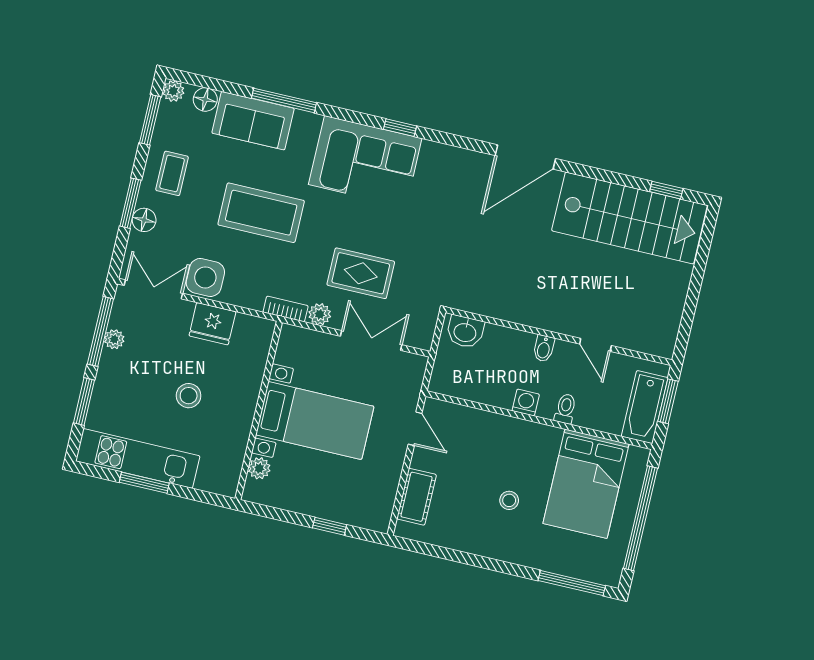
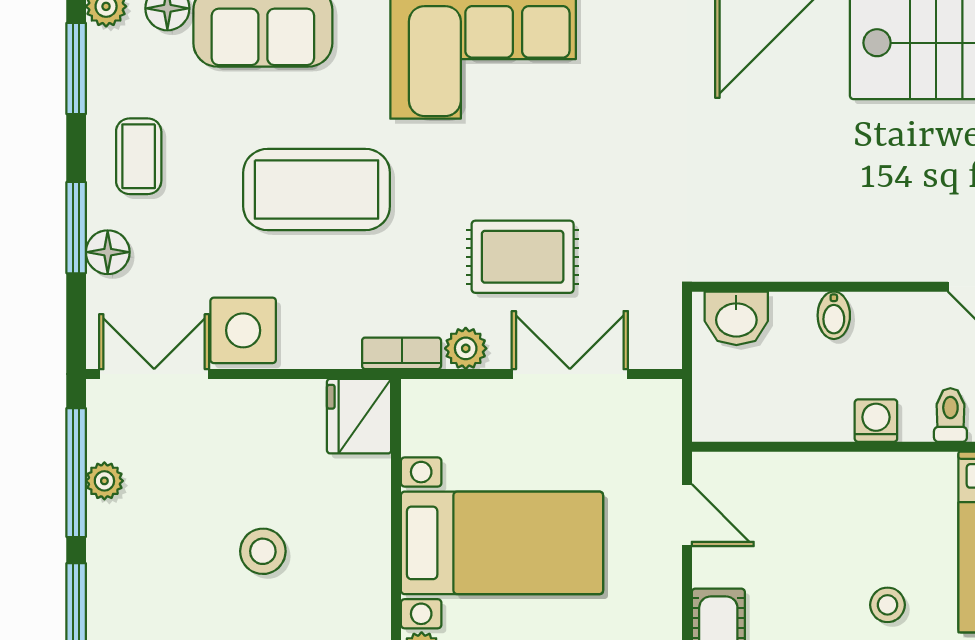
fridge: (212, 324) -> (359, 416), moved, turned 90
bidet: (544, 349) -> (834, 315), moved

